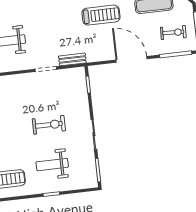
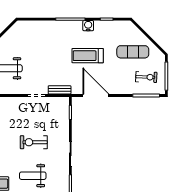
treadmill: (101, 15) -> (88, 56), turned 180
door: (132, 59) -> (96, 96), moved
exercise bike: (49, 125) -> (34, 142), turned 180

